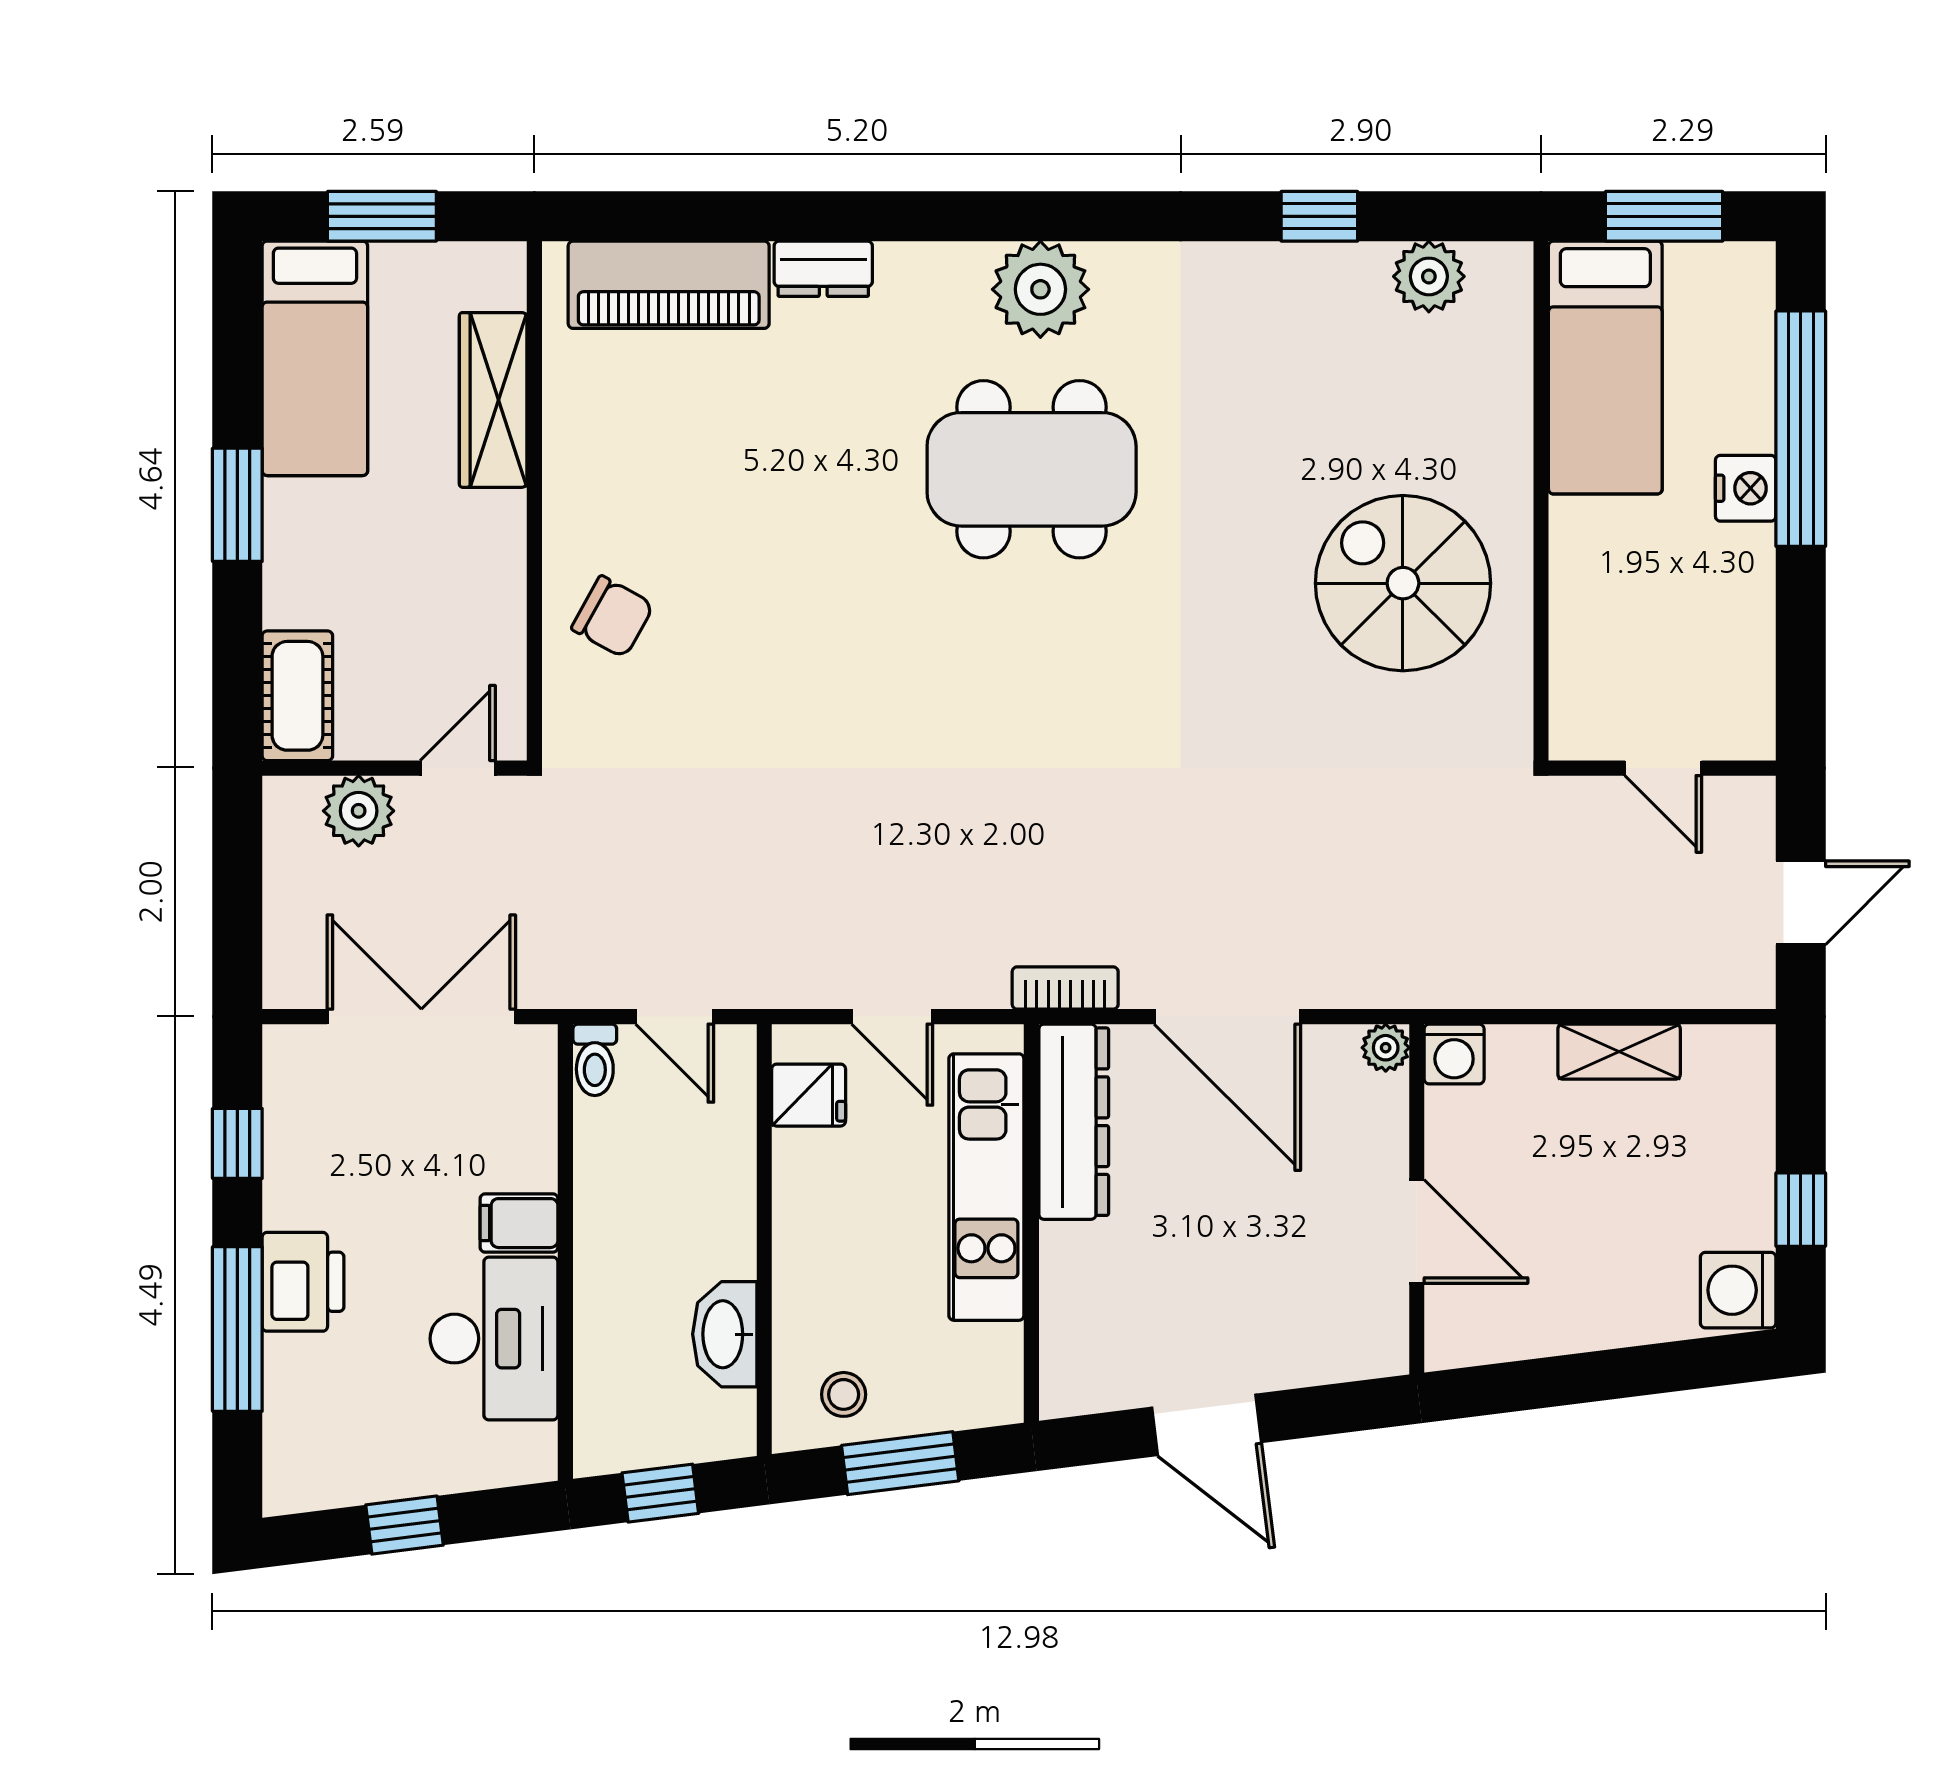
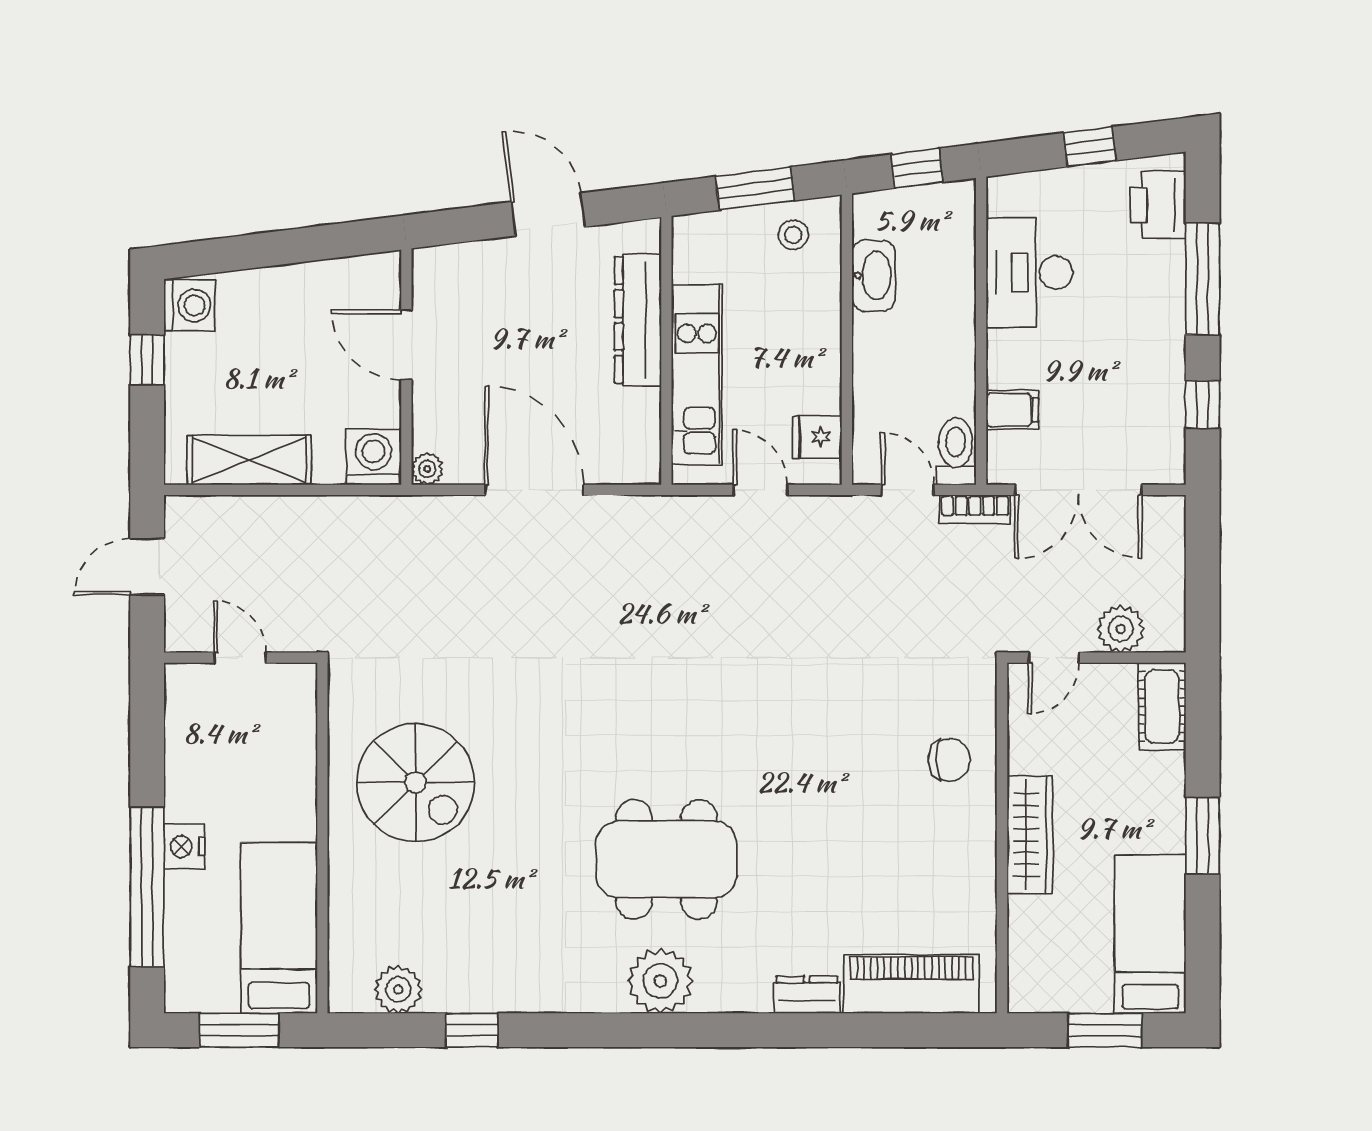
wardrobe: (493, 400) -> (1030, 835), moved
chair: (613, 617) -> (949, 760), turned 151
bookcase: (1065, 988) -> (975, 509), moved
shelving: (1619, 1052) -> (249, 460), width x1.50, depth x1.33
washing machine: (1454, 1054) -> (373, 457), width x1.38, depth x1.38
toilet: (595, 1060) -> (956, 451), width x1.37, depth x1.39
dresser: (1074, 1122) -> (638, 320), moved
filing cabinet: (519, 1223) -> (1012, 410), moved
printer: (303, 1282) -> (1158, 205), moved

